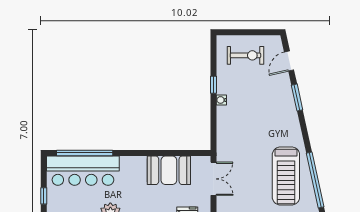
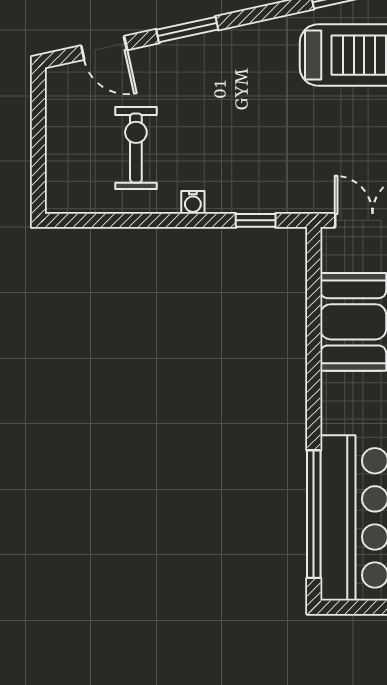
exercise bike: (245, 55) -> (136, 148), moved
window: (213, 85) -> (256, 220), moved

